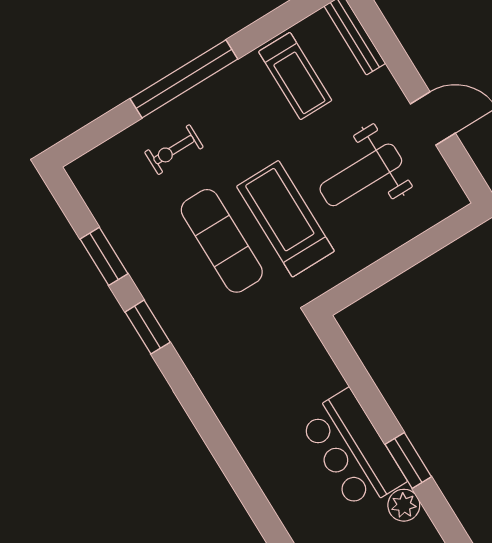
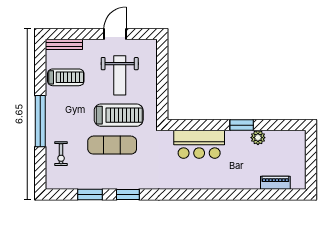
exercise bike: (174, 150) -> (61, 154), moved
treadmill: (285, 219) -> (119, 115), turned 180
bar counter: (352, 450) -> (199, 144), moved

